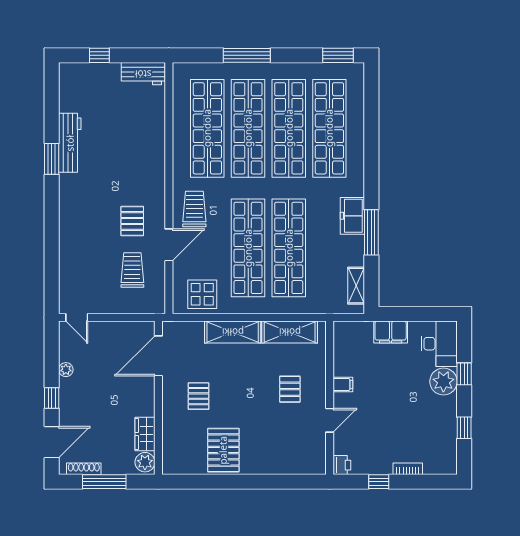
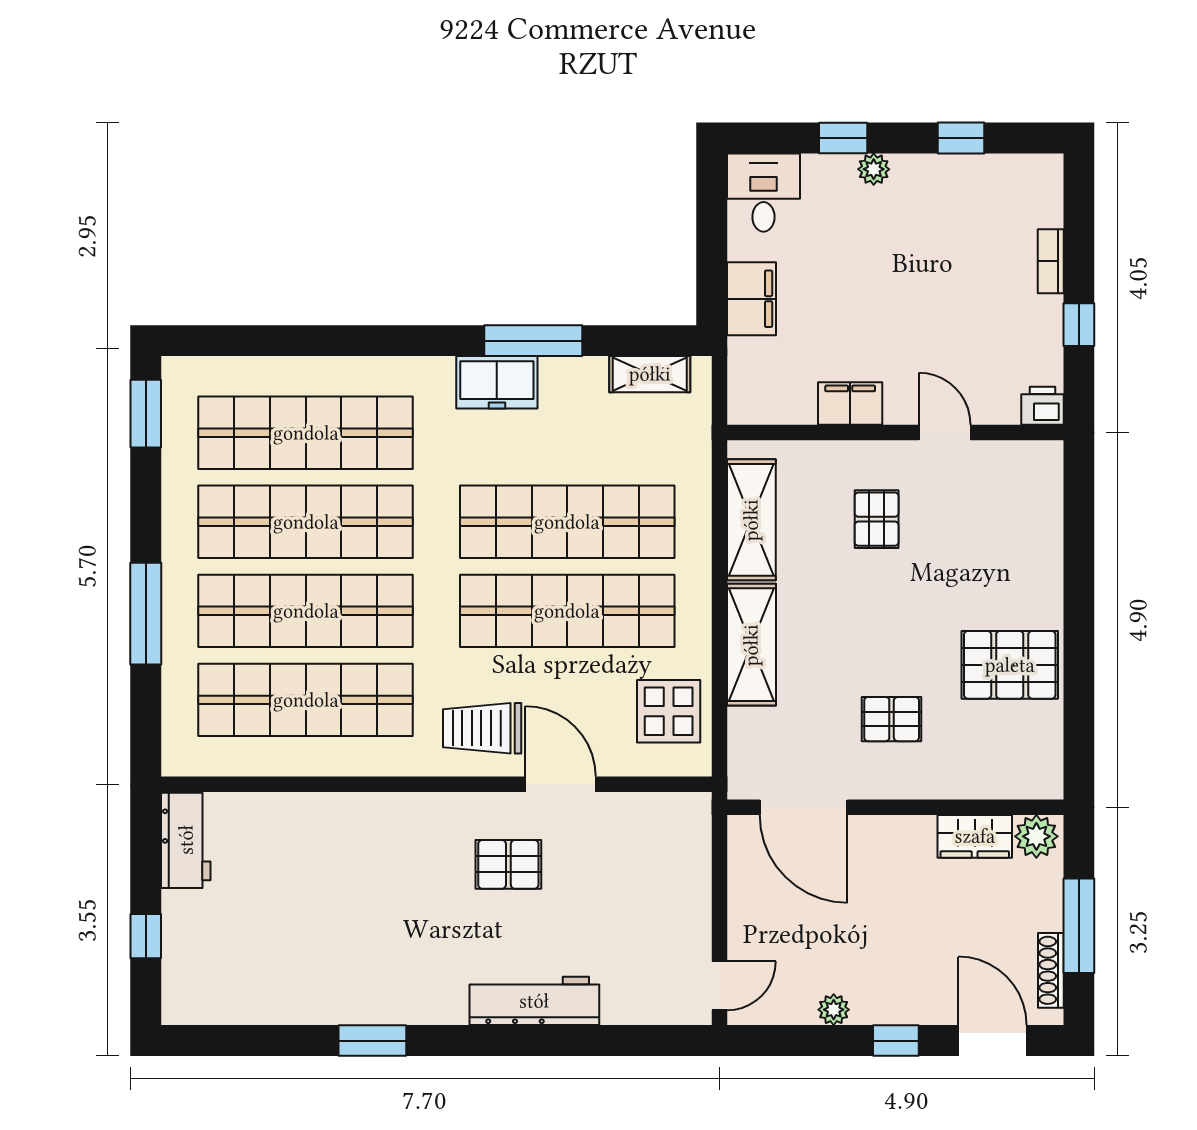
workbench: (70, 143) -> (534, 1001), moved
trolley: (132, 270) -> (616, 864), removed
desk: (439, 344) -> (763, 193), width x0.73
plant: (443, 382) -> (874, 169), width x0.53, depth x0.53
filing cabinet: (343, 384) -> (850, 403), width x2.00
pallet: (290, 389) -> (877, 519), turned 90

